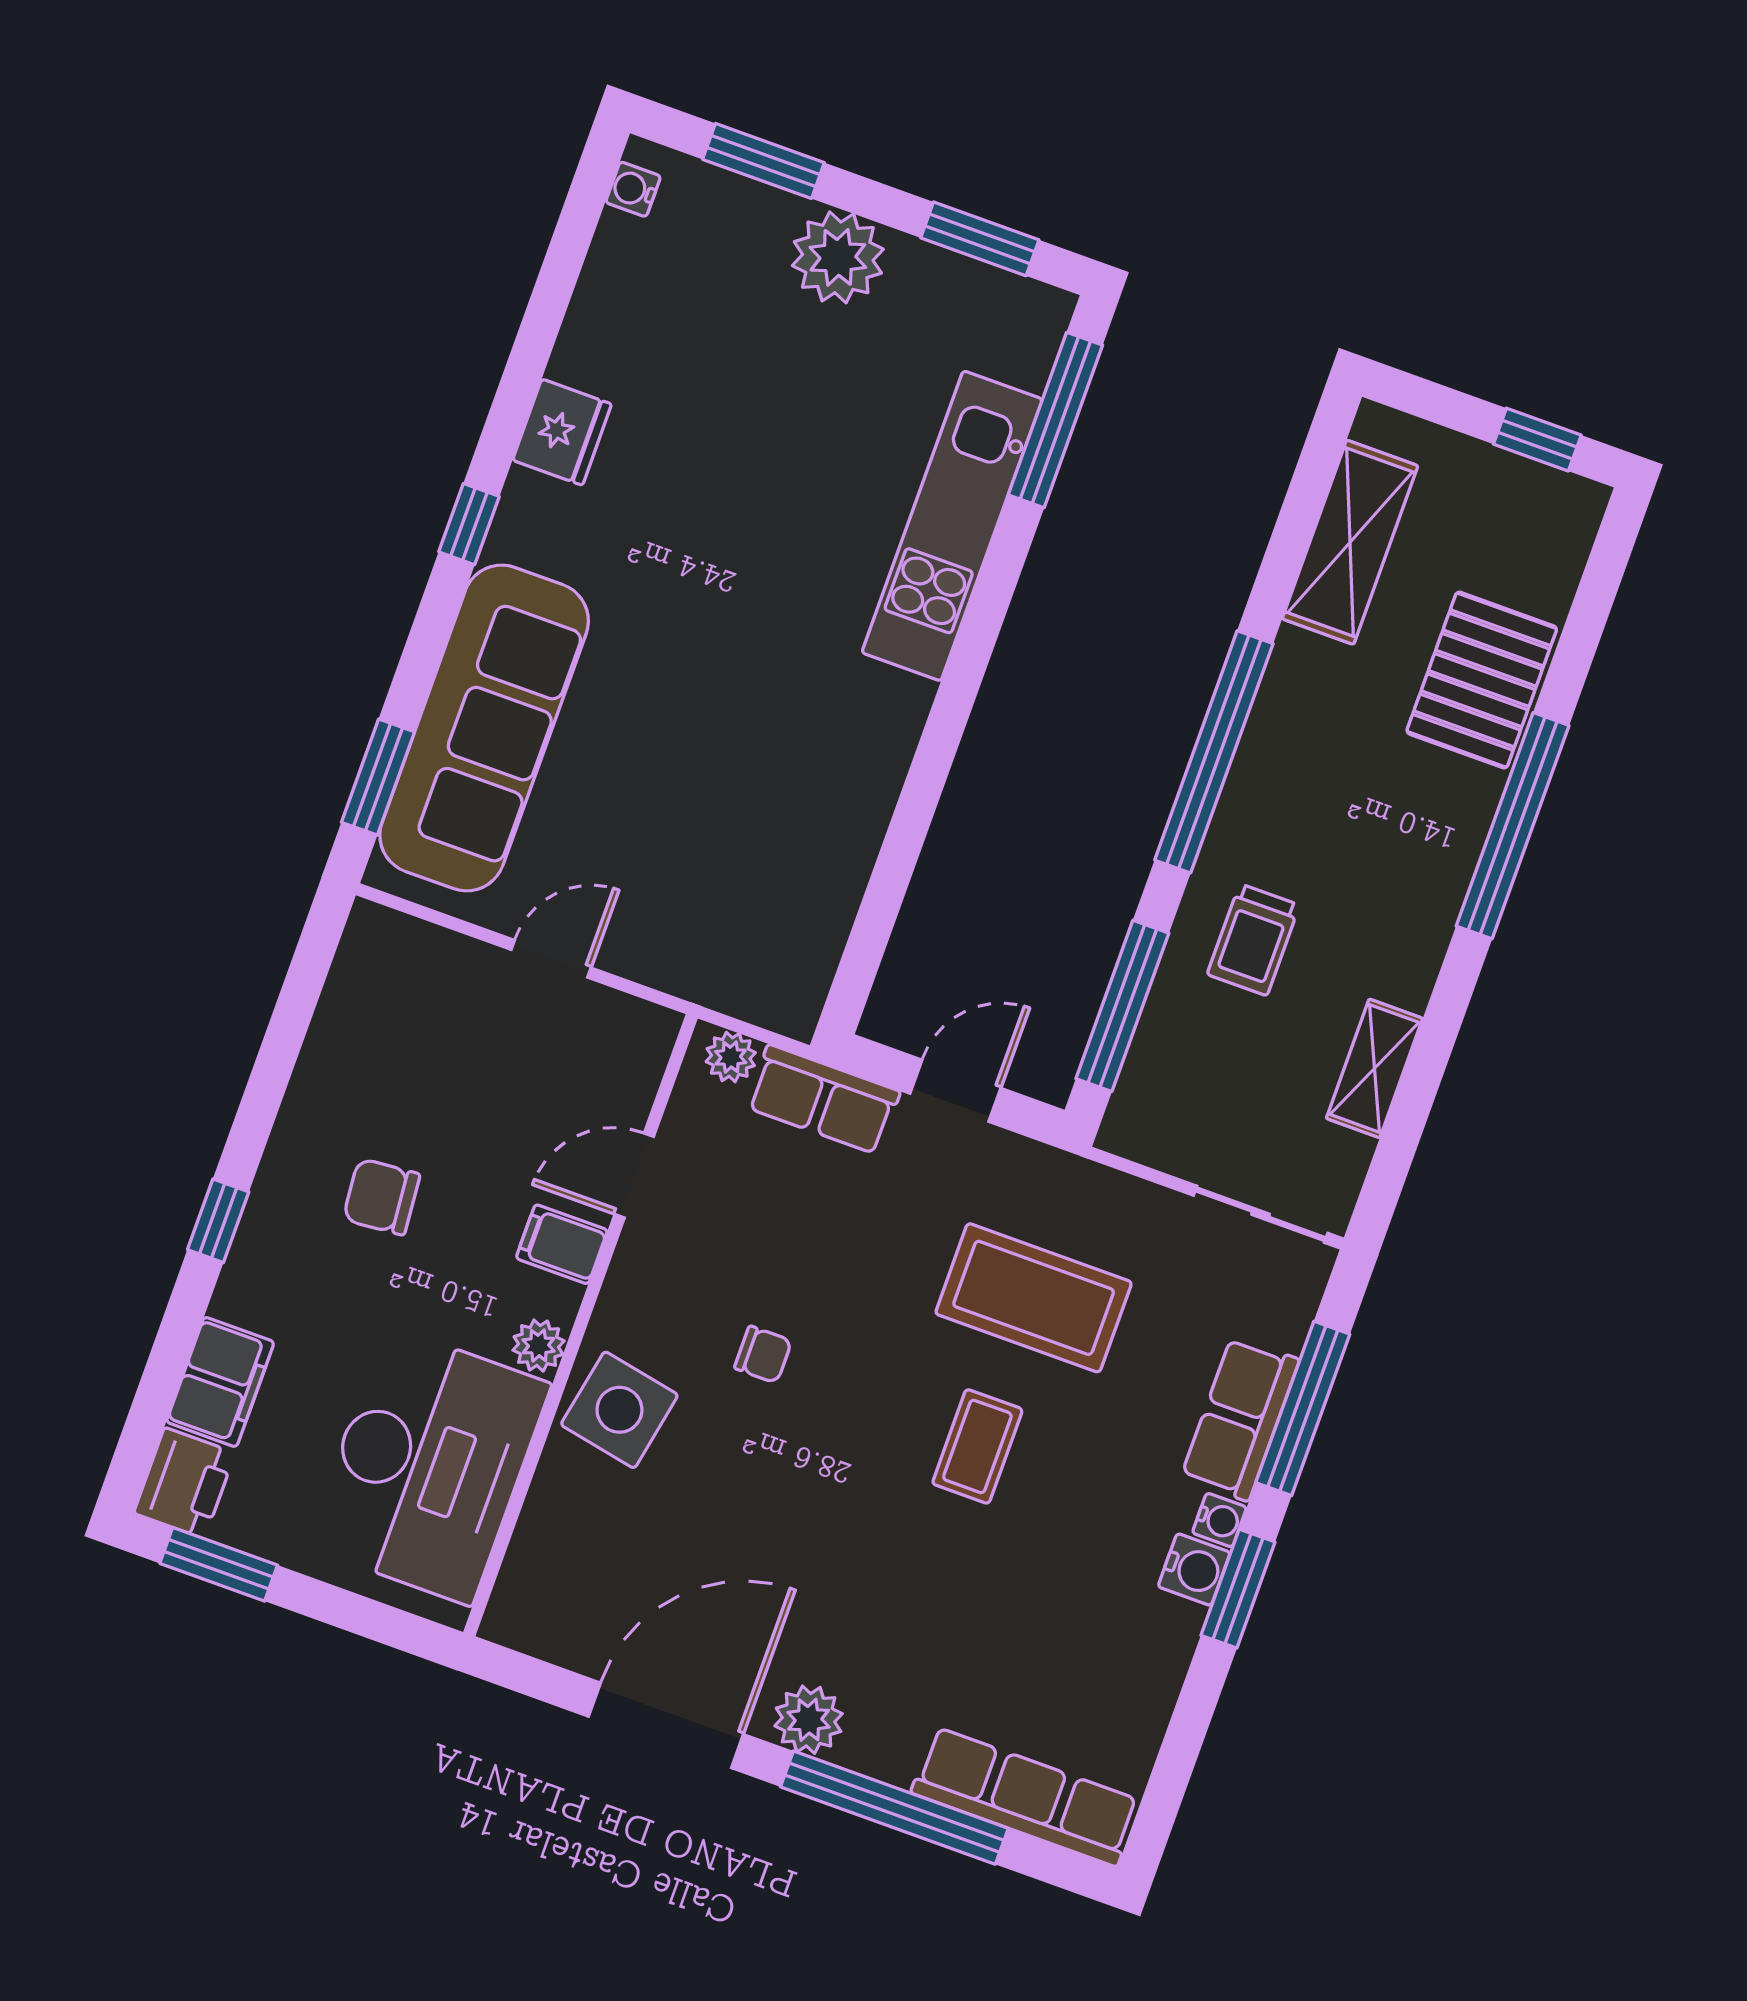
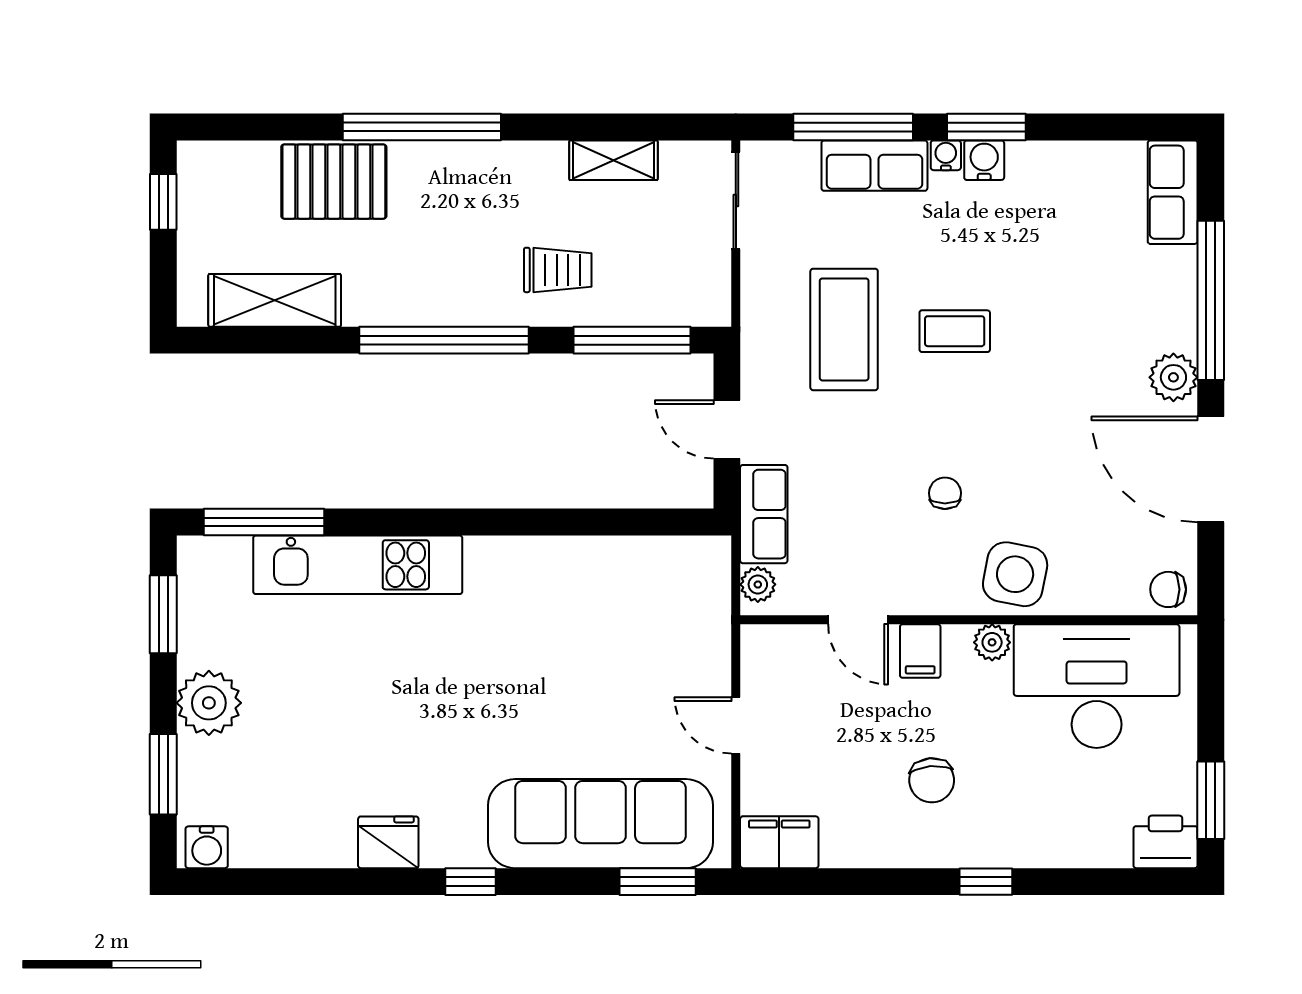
water cooler: (633, 189) -> (207, 847), width x1.38, depth x1.38
filing cabinet: (220, 1382) -> (779, 842), moved
chair: (524, 1609) -> (1168, 589), added
row of seats: (1026, 1797) -> (1173, 192), width x0.68

